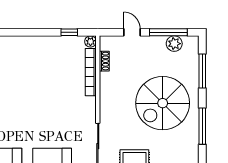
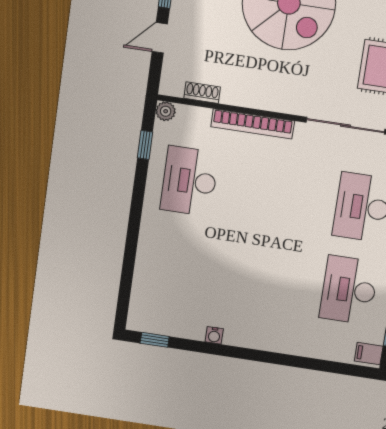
desk: (52, 61) -> (189, 181), added
bookcase: (91, 72) -> (253, 124), moved

